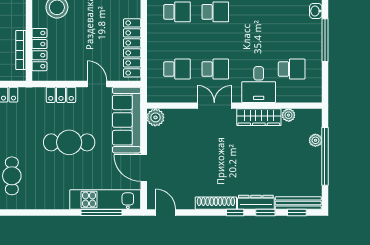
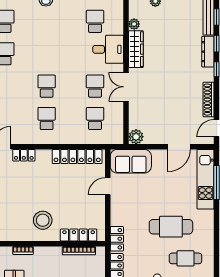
locker: (61, 95) -> (117, 239), moved
sofa: (127, 120) -> (131, 161), width x0.73
cafe table: (69, 142) -> (171, 227), moved, turned 90
shoe rack: (216, 203) -> (209, 100), moved

